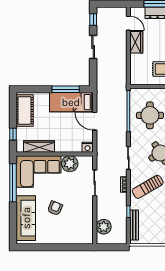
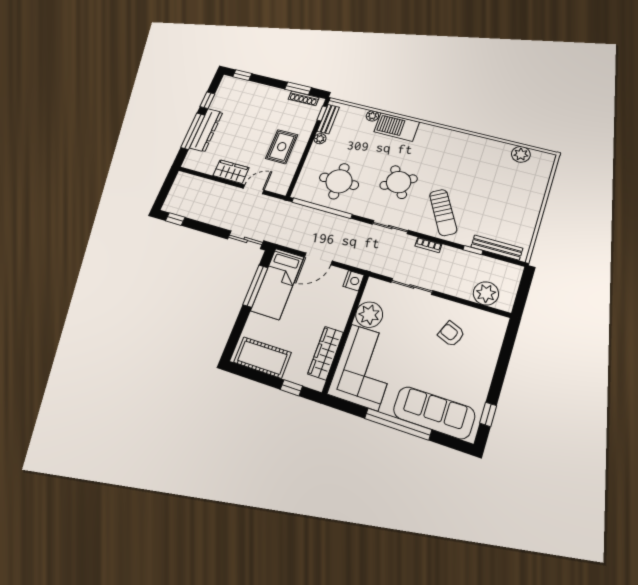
door: (128, 23) -> (254, 189), moved
sliding door: (93, 47) -> (246, 240), moved
window: (13, 183) -> (398, 424), moved
armchair: (55, 208) -> (451, 334), moved
window: (34, 247) -> (488, 414), added

